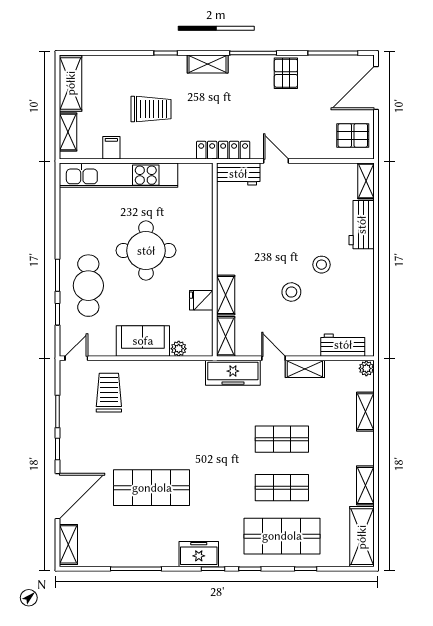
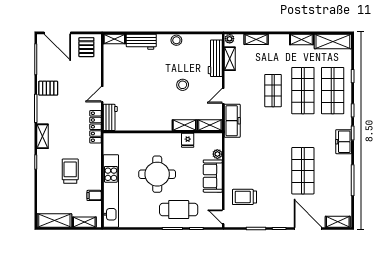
stool: (321, 265) -> (176, 40), moved
workbench: (343, 345) -> (215, 58), width x1.38
shelving: (305, 369) -> (230, 59), moved
shop shelf: (282, 488) -> (303, 91), width x1.43, depth x1.36

